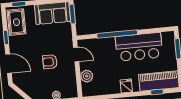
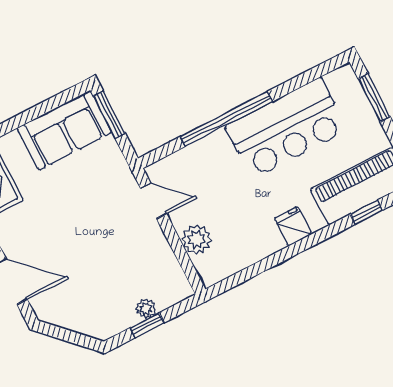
armchair: (50, 62) -> (102, 241), removed

